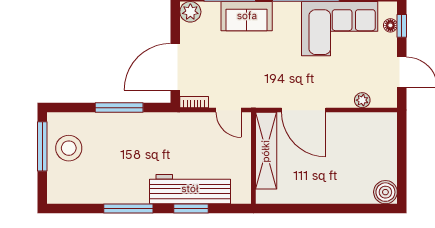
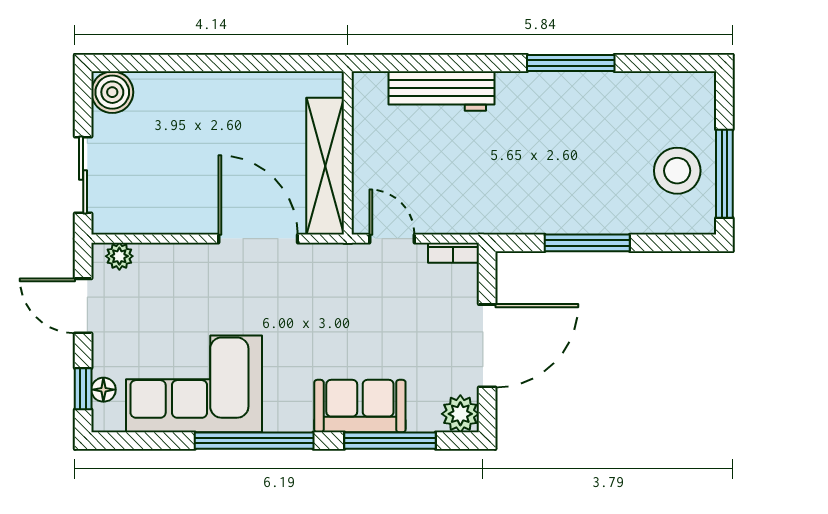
door: (175, 67) -> (487, 346), moved
plant: (362, 100) -> (119, 256), moved
sliding door: (402, 146) -> (83, 175), added
workbench: (190, 189) -> (442, 91), width x0.73, depth x0.76
window: (191, 208) -> (459, 63), removed

